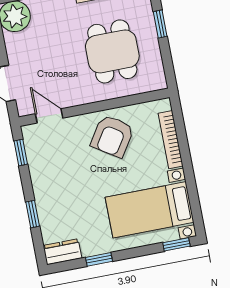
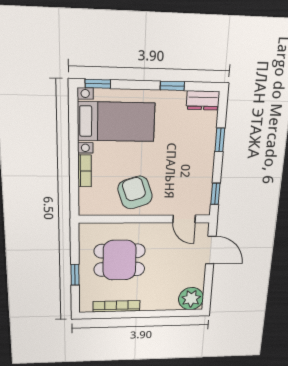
dining table: (112, 51) -> (120, 260), turned 90
armchair: (112, 136) -> (135, 193), turned -52
bookcase: (171, 140) -> (85, 171), width x0.64

